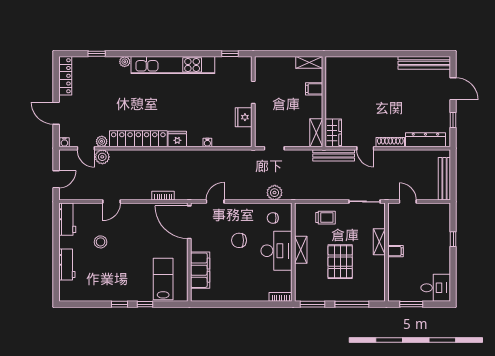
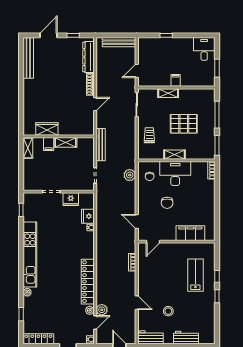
shelving: (316, 133) -> (65, 142), moved
wardrobe: (333, 133) -> (47, 129), moved
fridge: (177, 139) -> (88, 216), moved
bench: (334, 155) -> (101, 145), moved
door: (189, 222) -> (153, 242), width x0.53
lab bench: (163, 279) -> (195, 275), moved, turned 90

